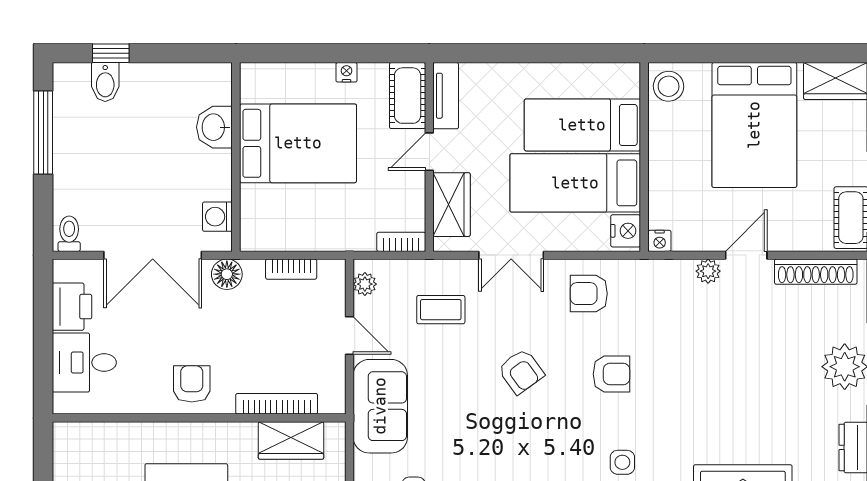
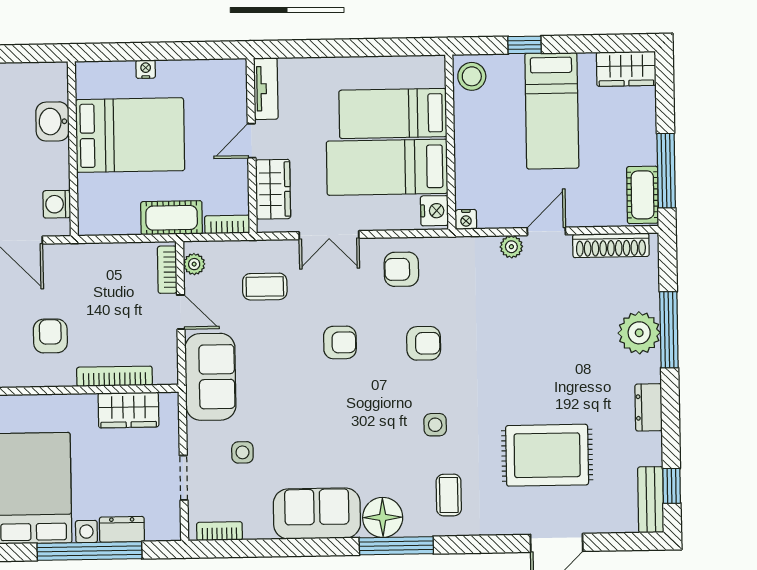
window: (726, 53) -> (525, 45), added
nightstand: (346, 72) -> (146, 69), moved
cot: (408, 96) -> (172, 218), moved, turned 90
bed: (754, 125) -> (552, 111), width x0.67
bookcase: (291, 269) -> (167, 270), moved, turned 90
floor lamp: (227, 274) -> (66, 257), removed
armchair: (521, 371) -> (340, 342), turned -54
armchair: (192, 384) -> (50, 336), moved

